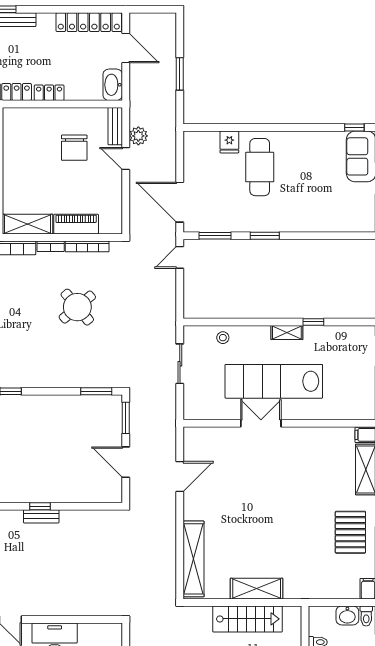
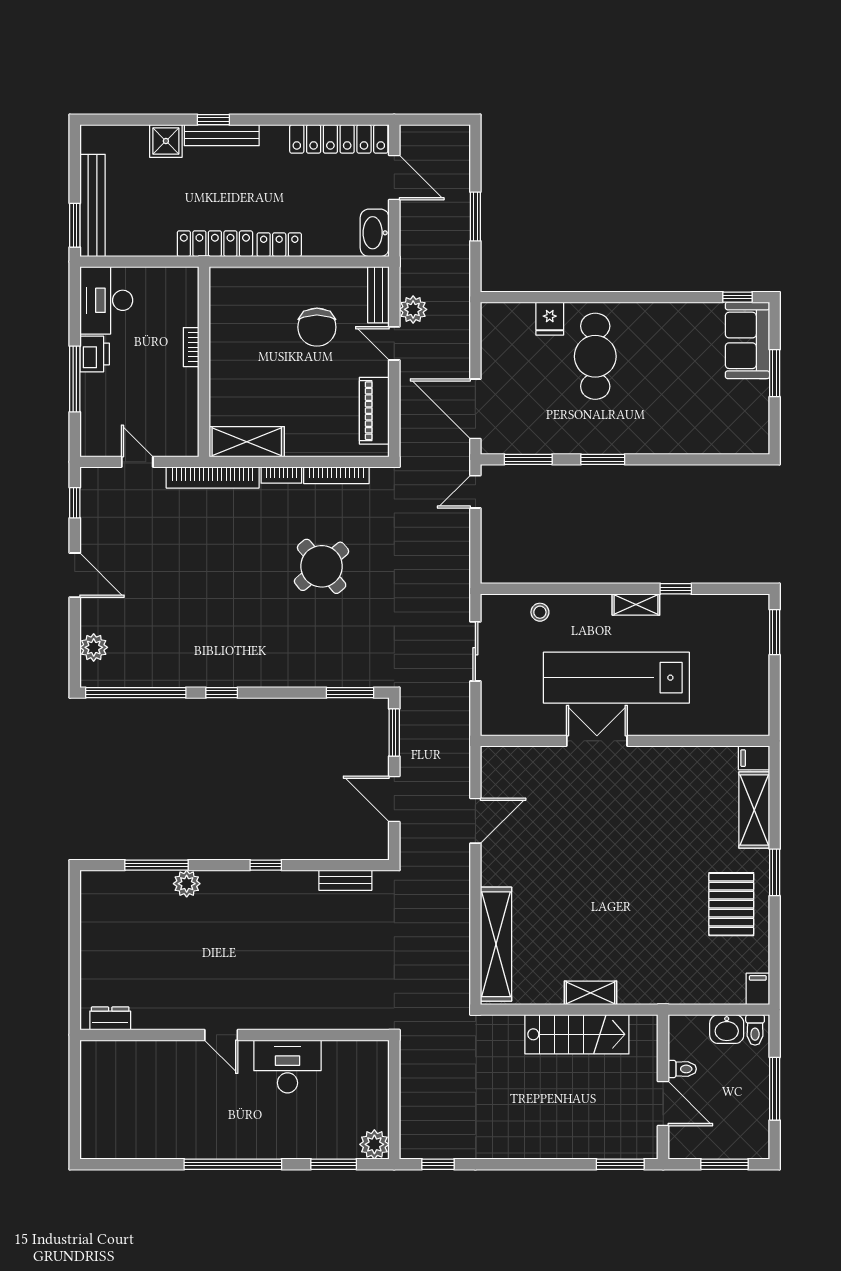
piano: (76, 224) -> (374, 411), moved, turned -90
bench: (41, 516) -> (345, 880), moved
shelving: (257, 589) -> (590, 993), width x0.67, depth x0.75

